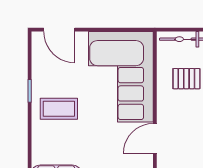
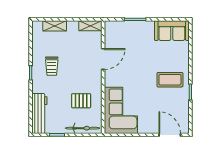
corner sofa: (121, 77) -> (121, 110), width x0.73, depth x0.74

